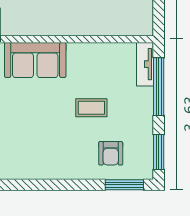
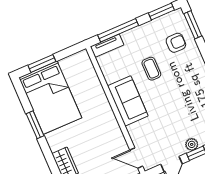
sofa: (35, 60) -> (128, 101), moved

